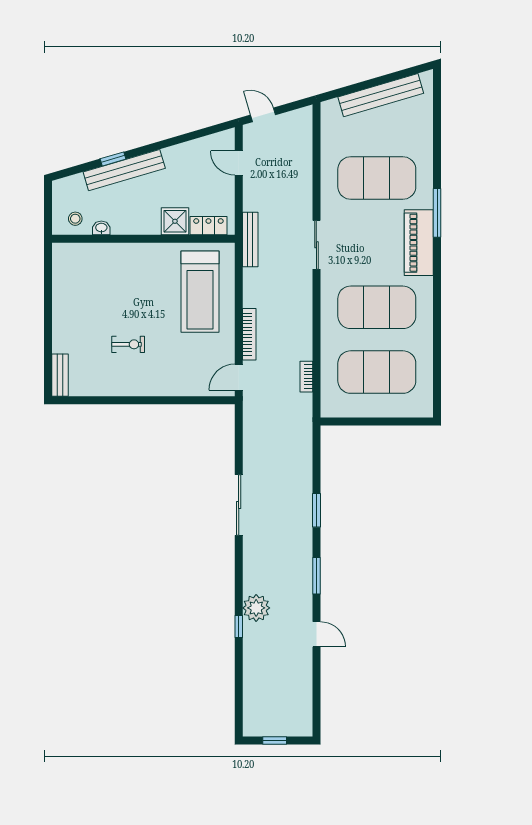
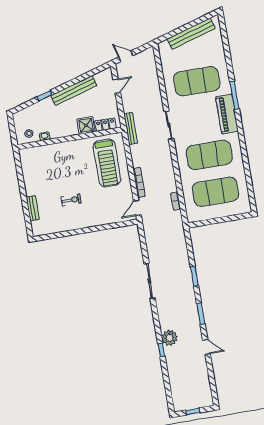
door: (239, 163) -> (117, 86), swing flipped
bench: (124, 170) -> (74, 91), moved
bench: (60, 375) -> (33, 208), moved

